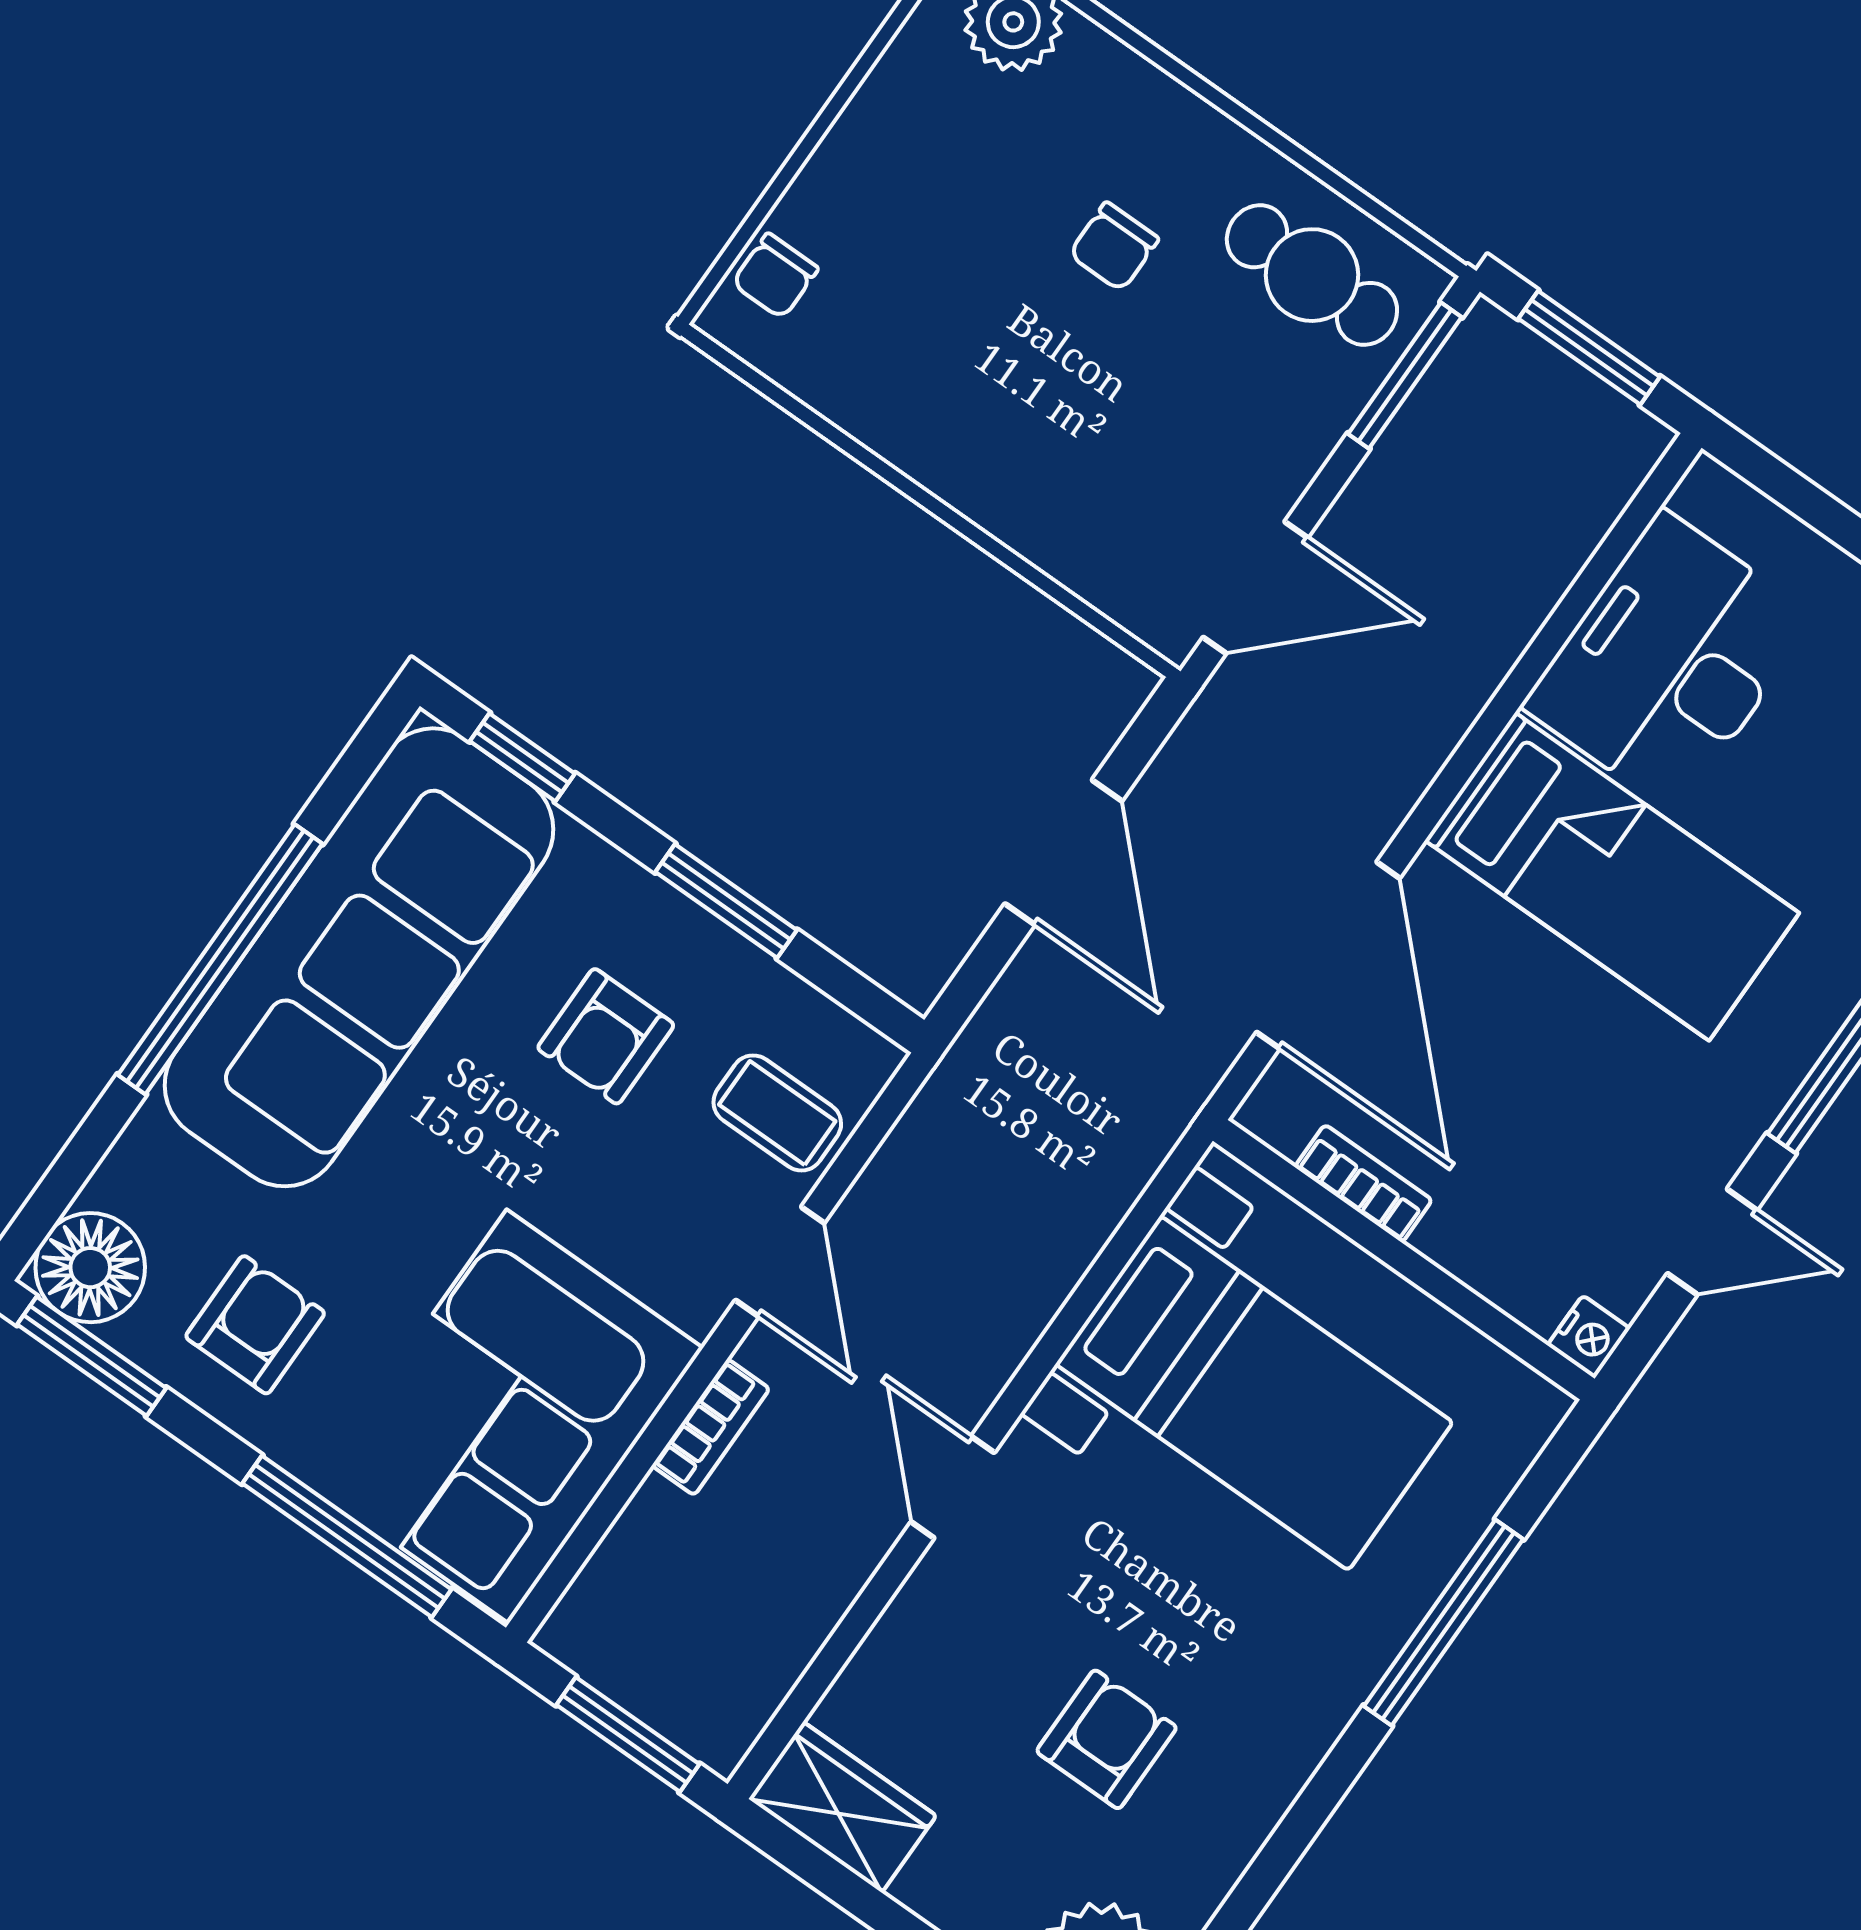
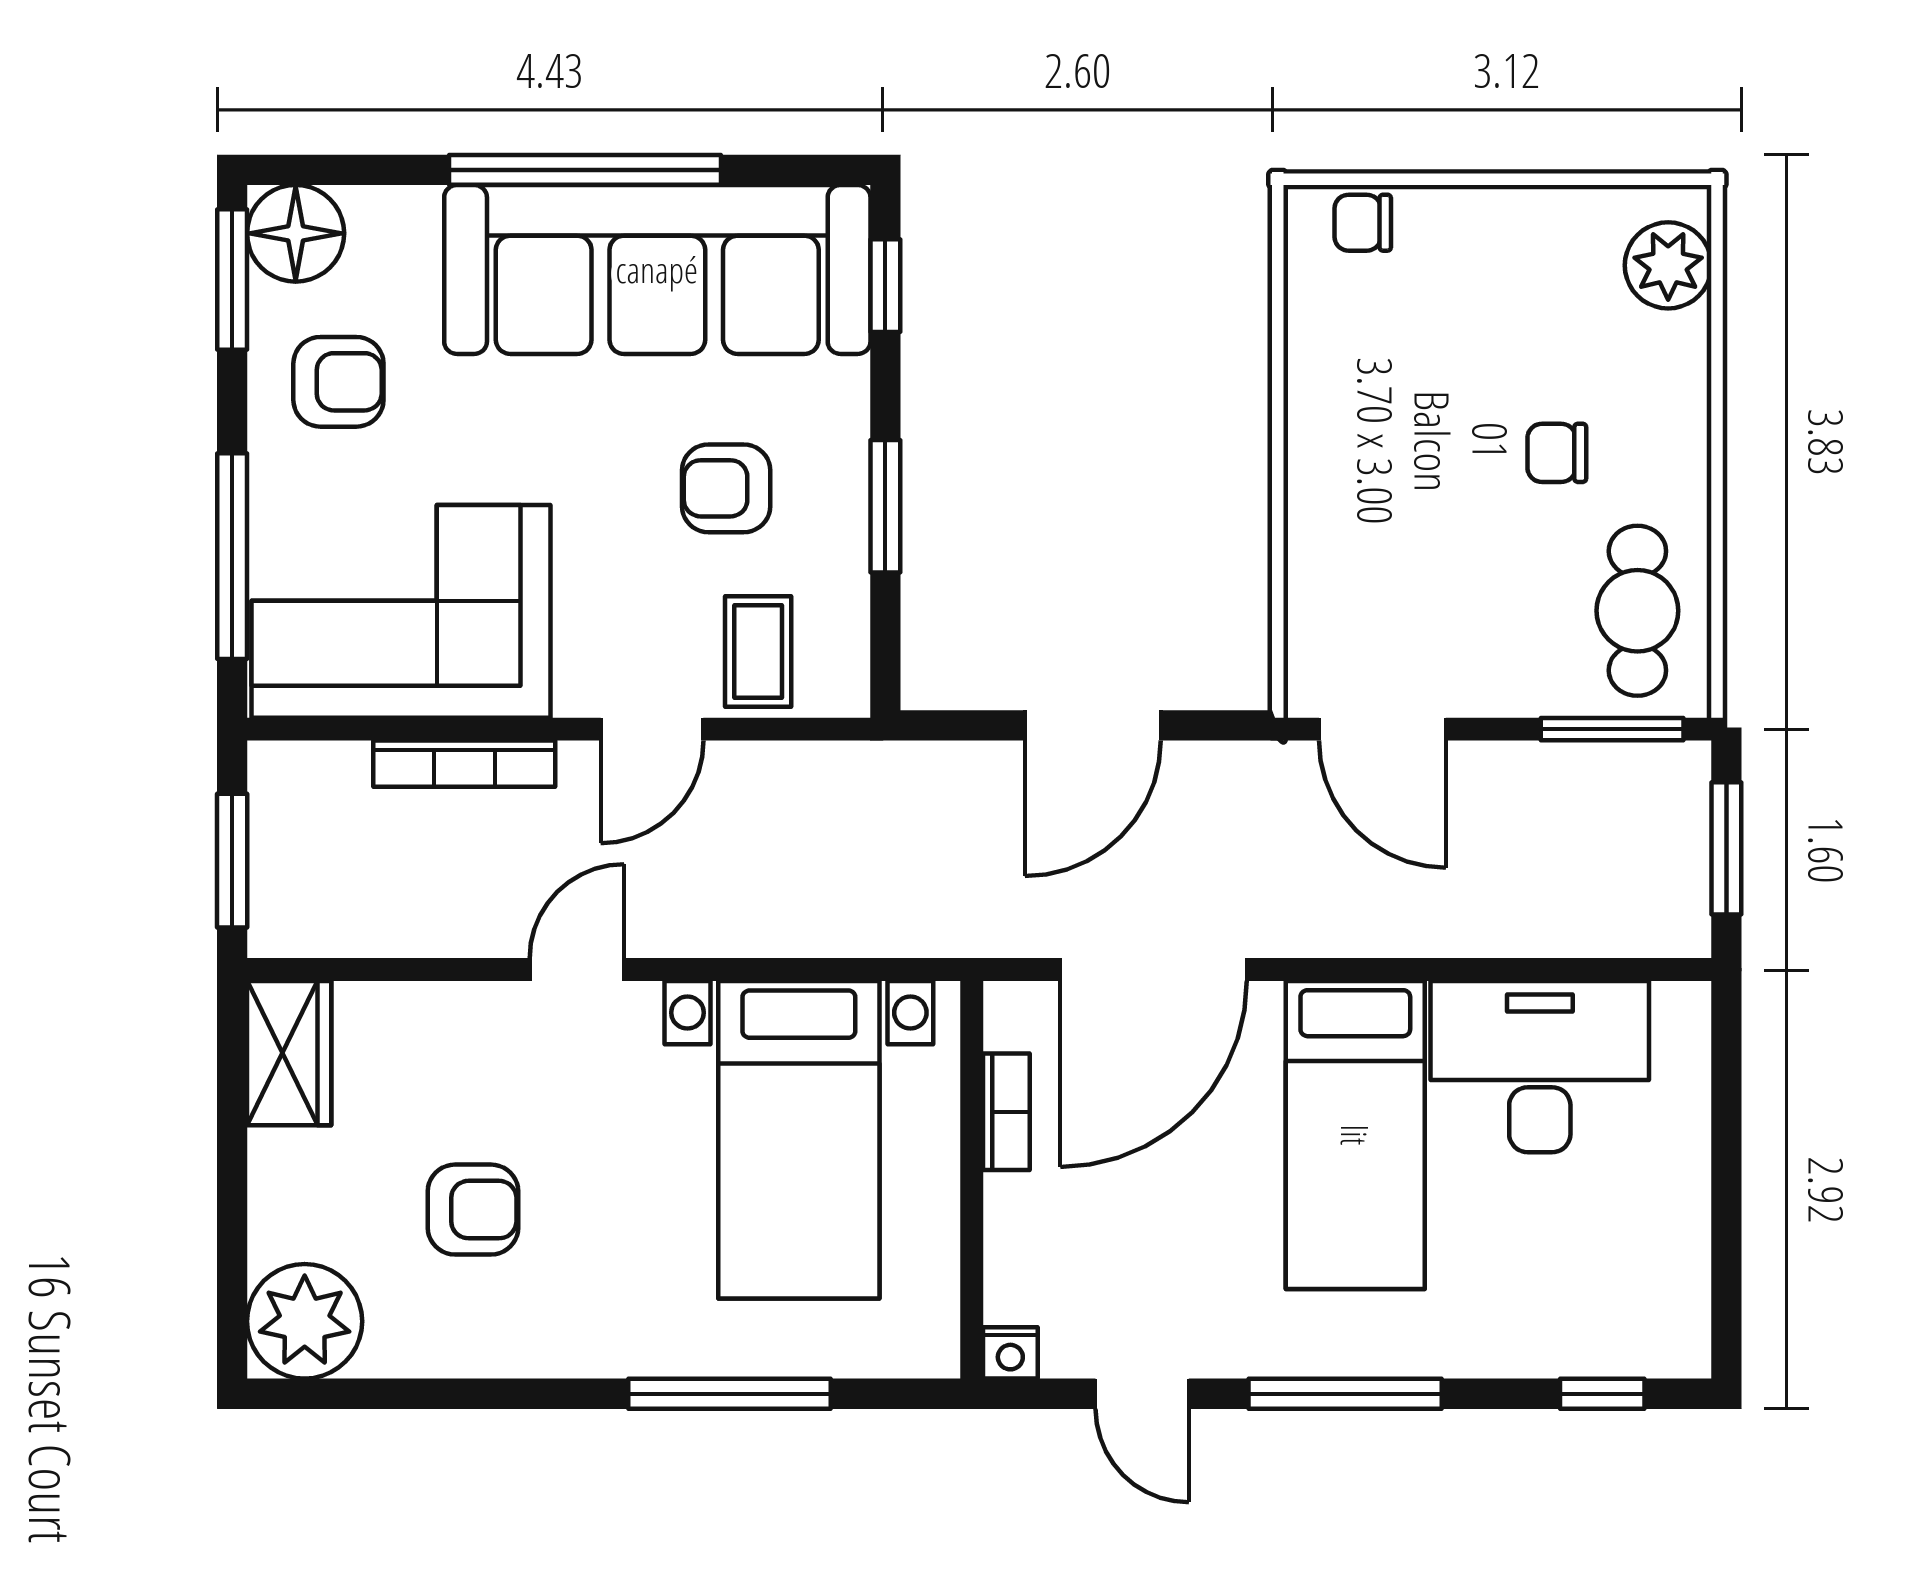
bookcase: (711, 1427) -> (464, 764), width x1.56

